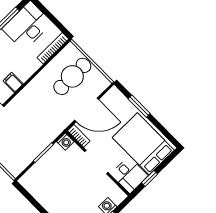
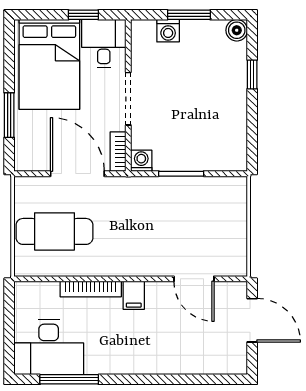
bookcase: (53, 48) -> (91, 289), moved

